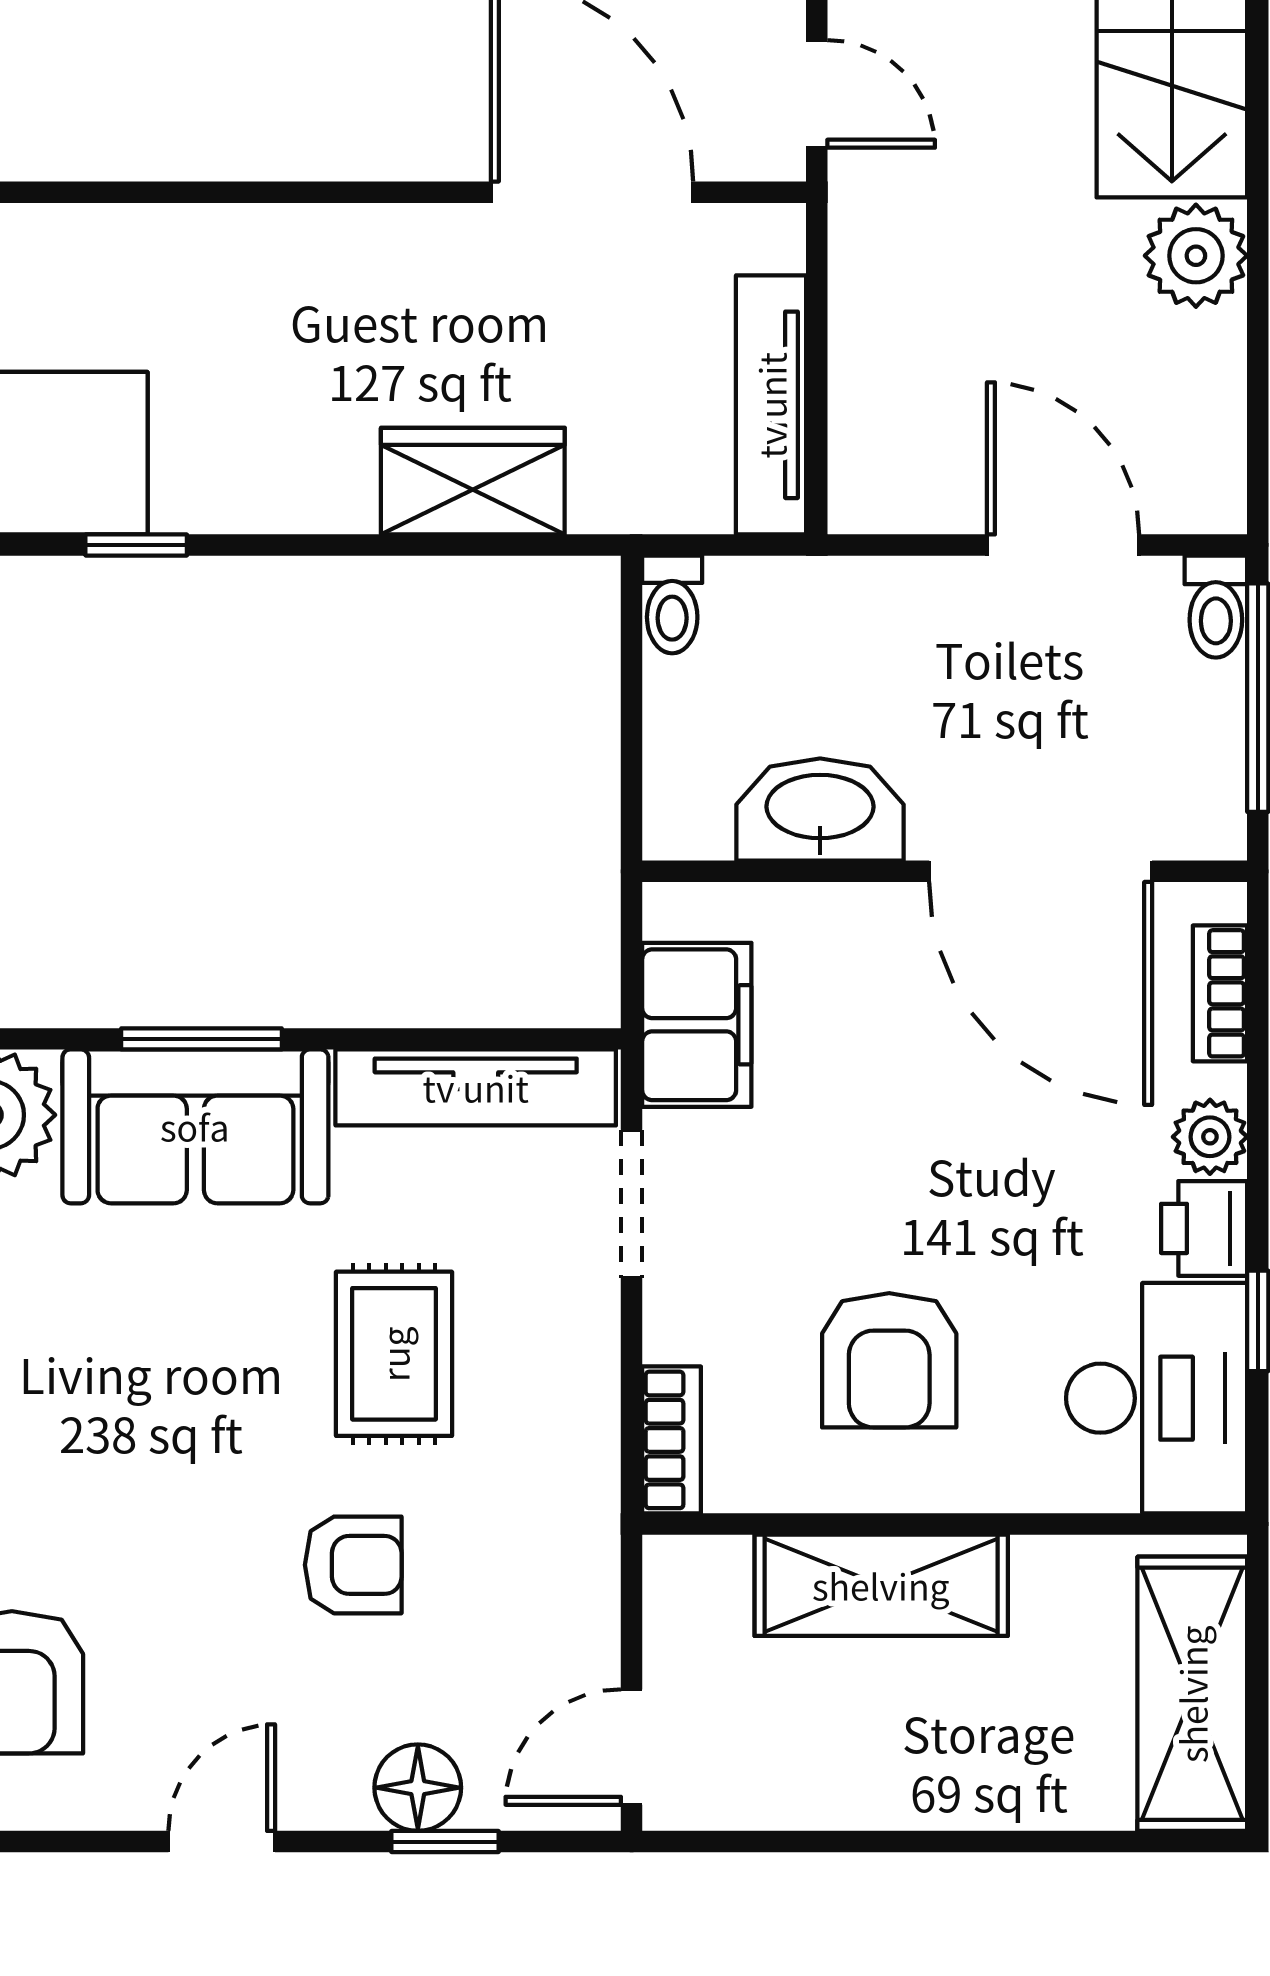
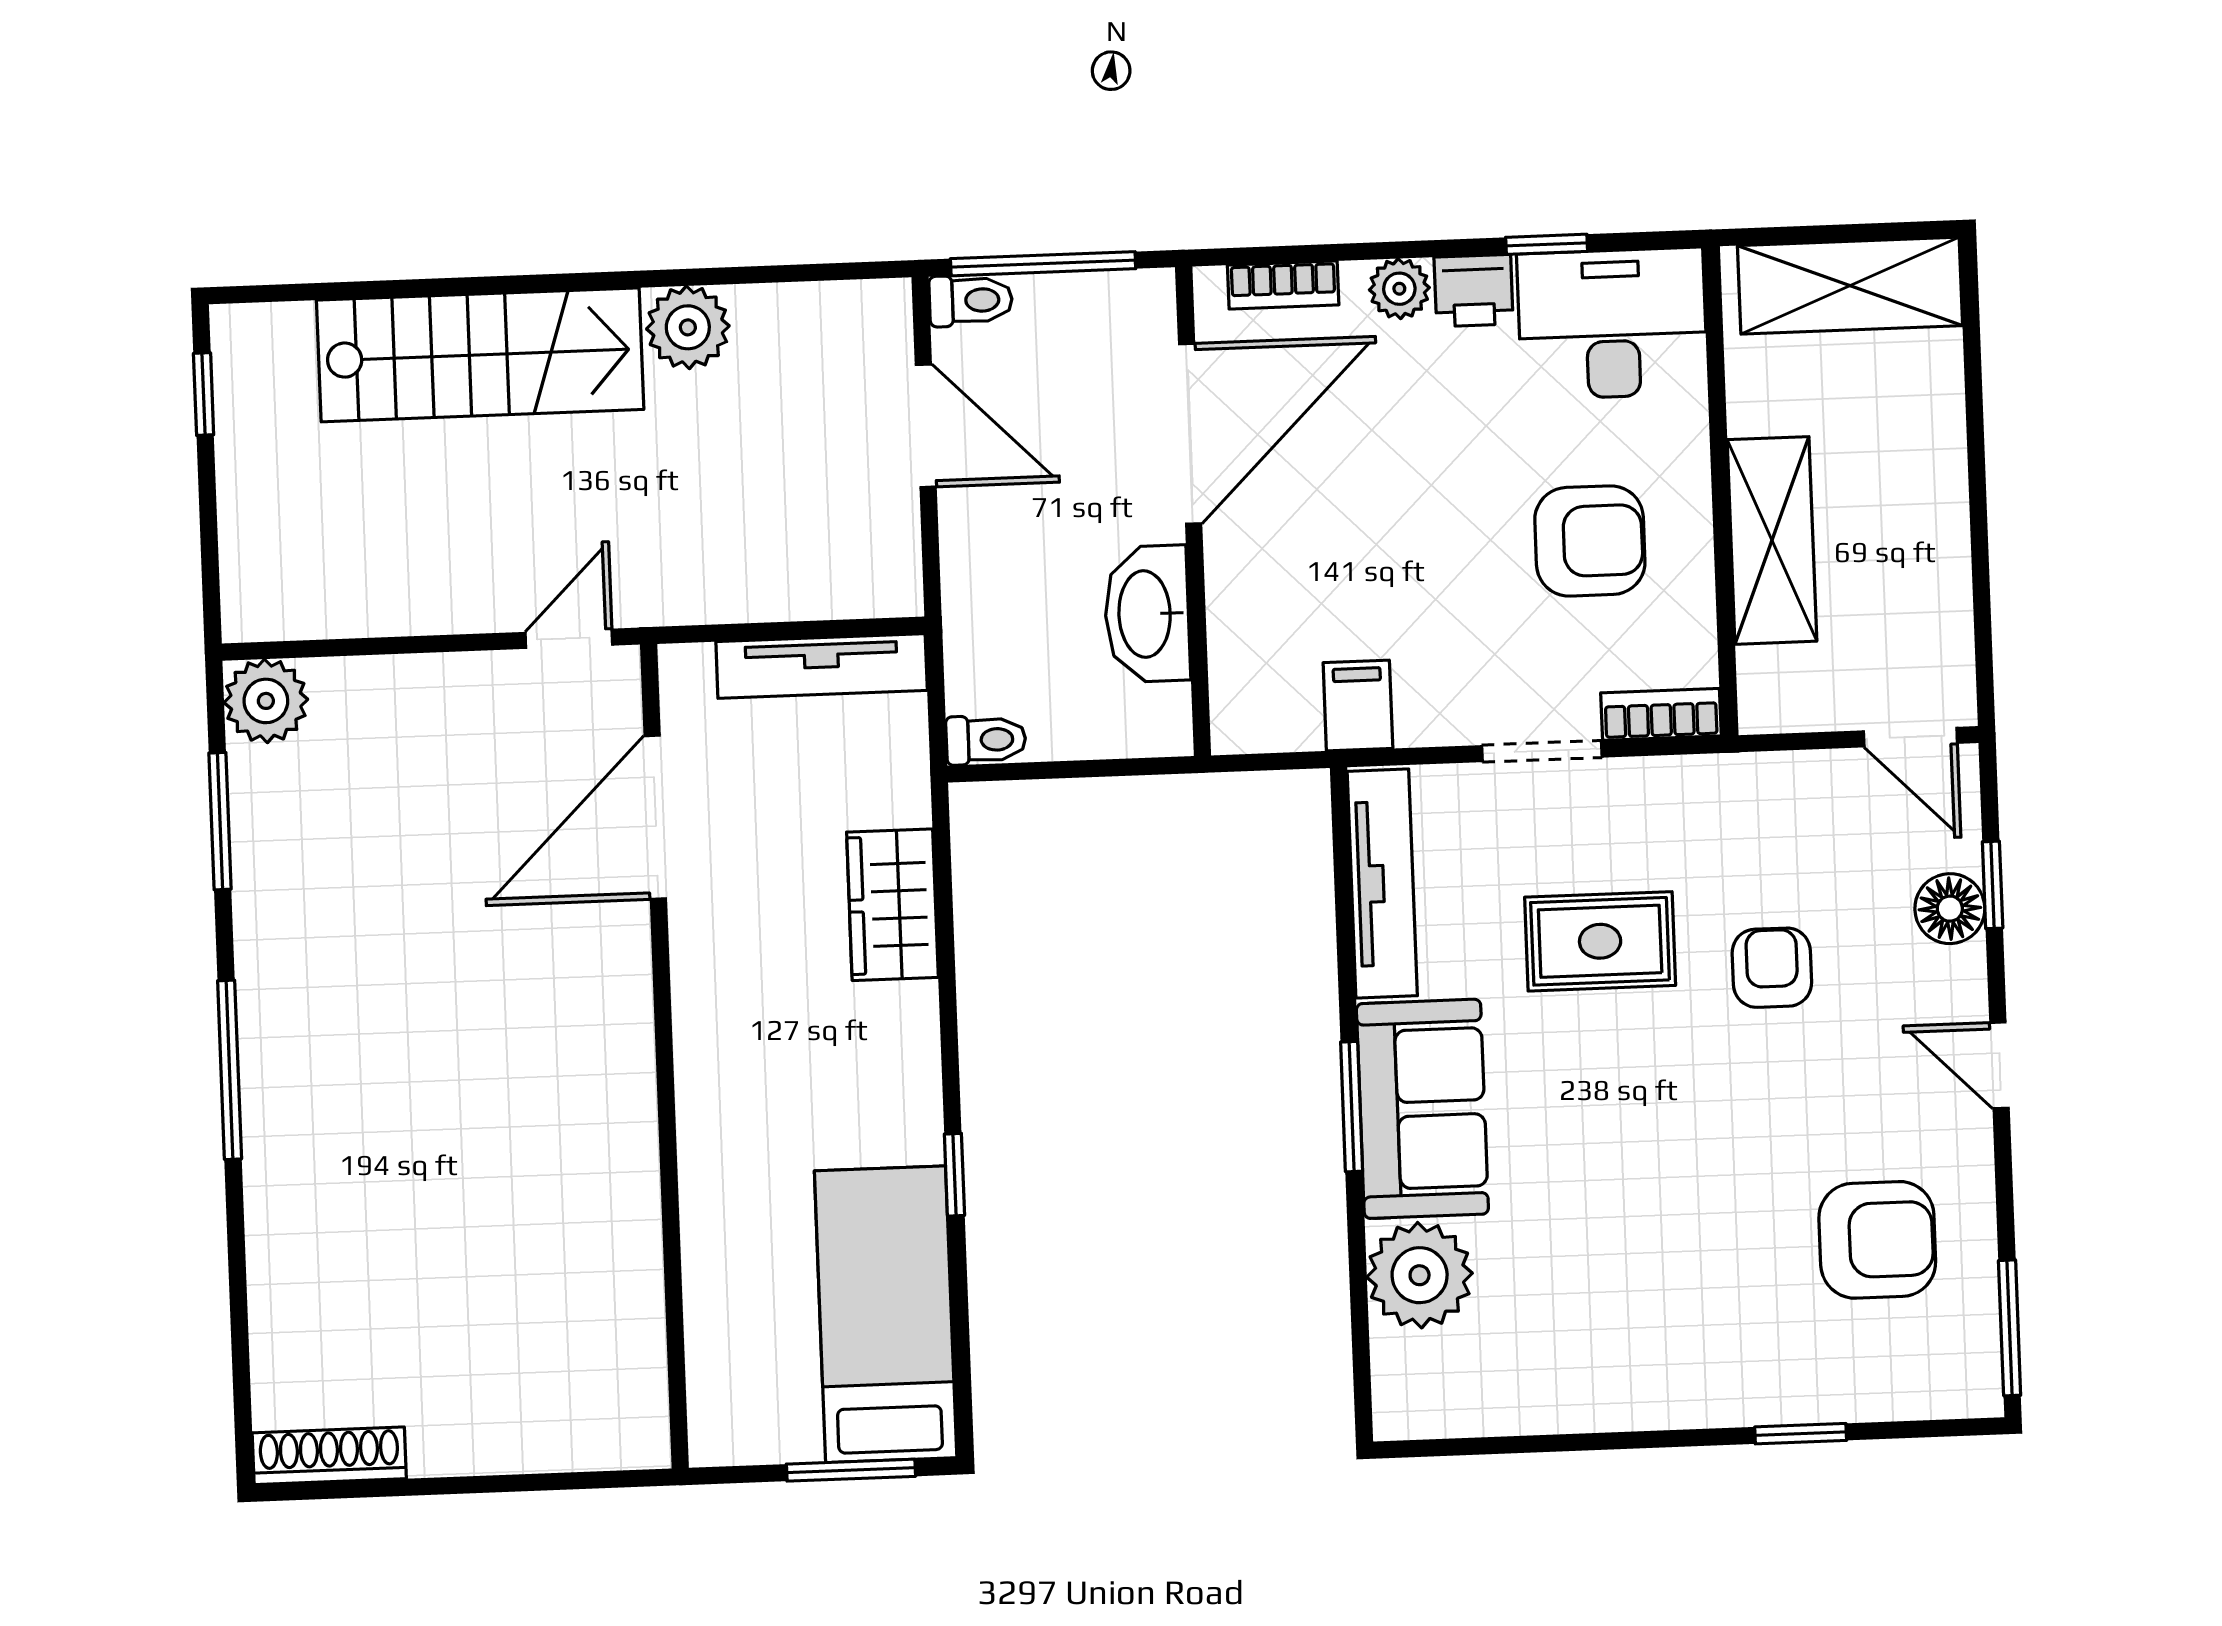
door: (1063, 545) -> (926, 426), swing flipped
filing cabinet: (697, 1025) -> (1358, 706), width x0.50
doorway: (632, 1204) -> (1542, 751), moved

